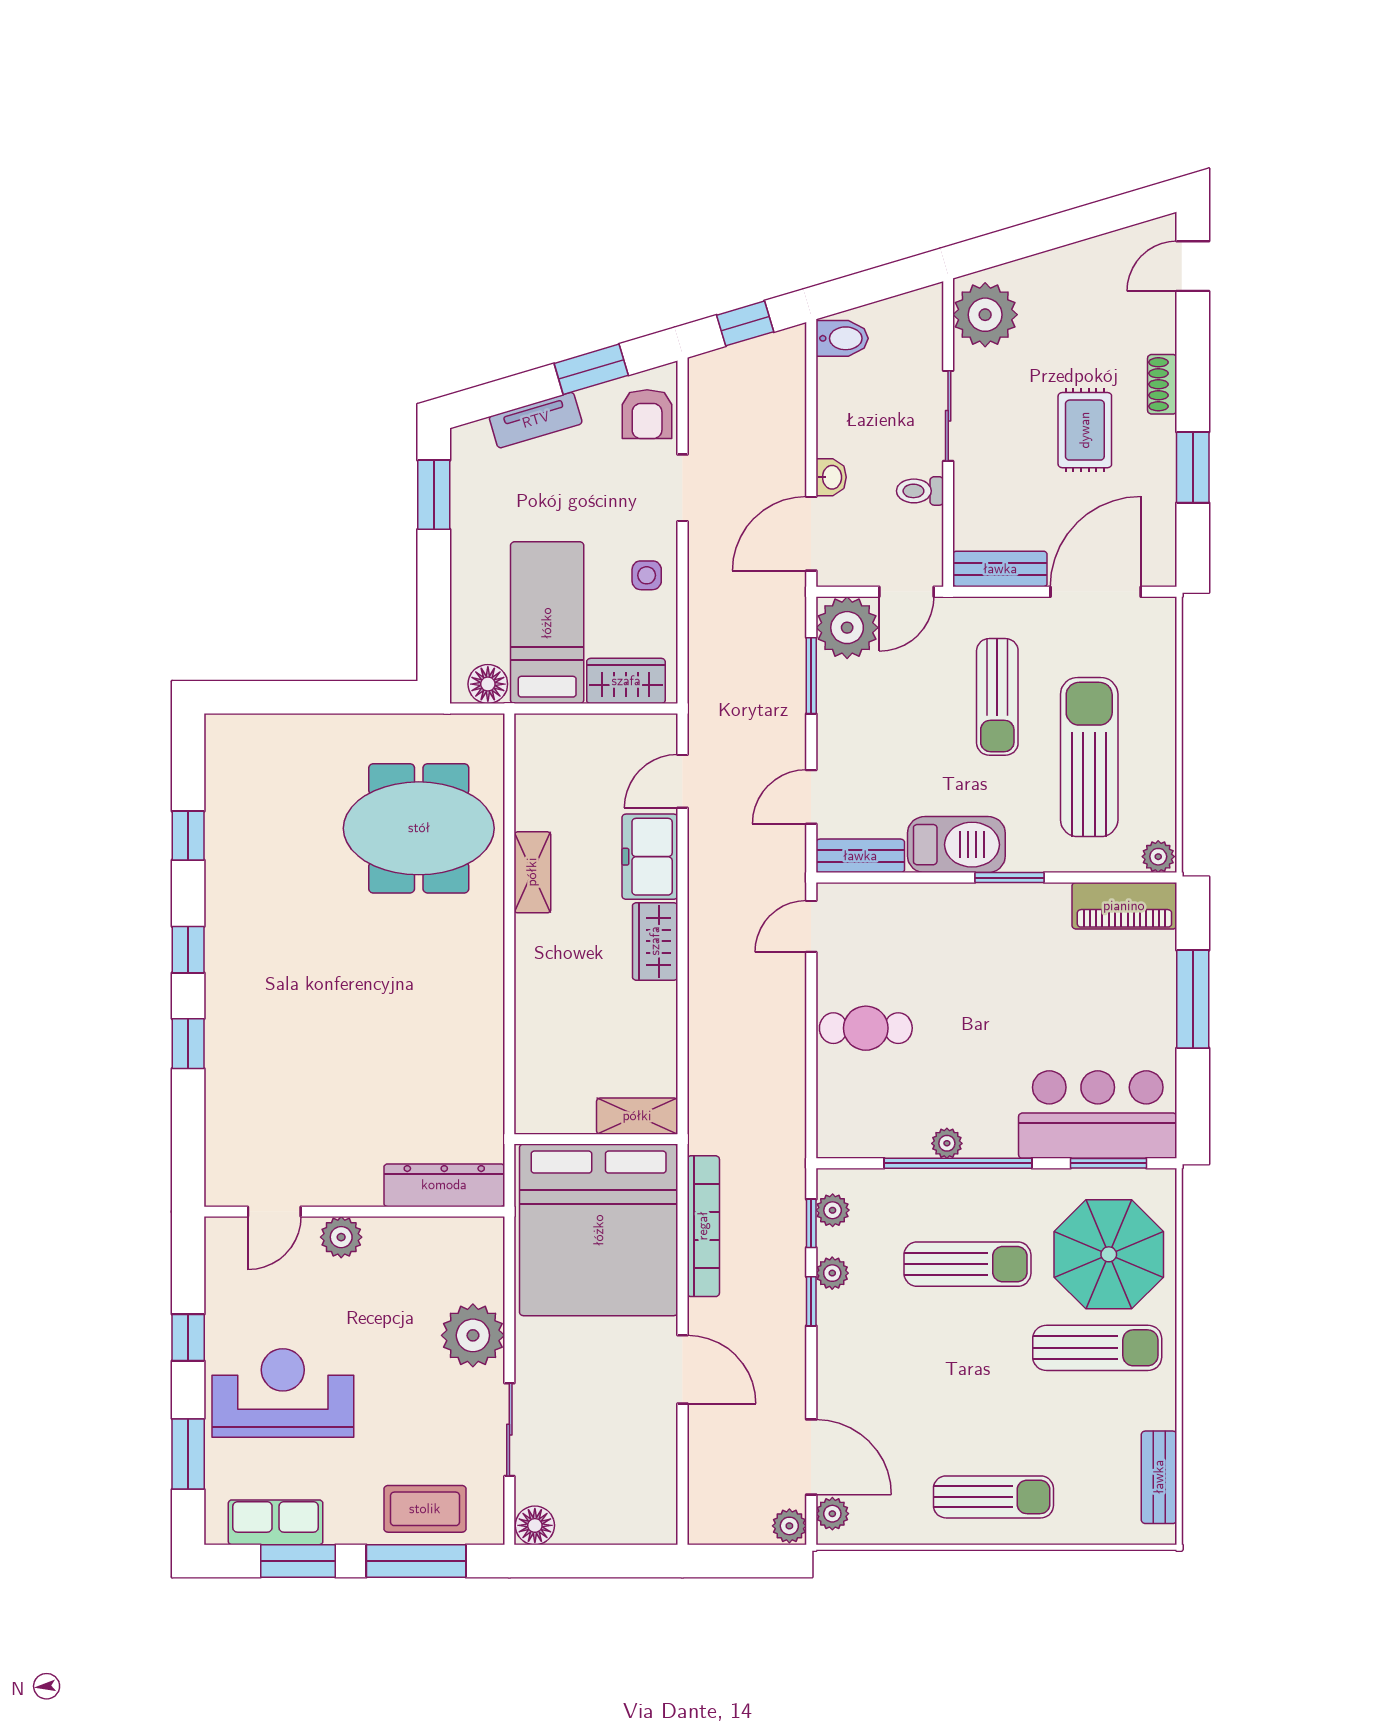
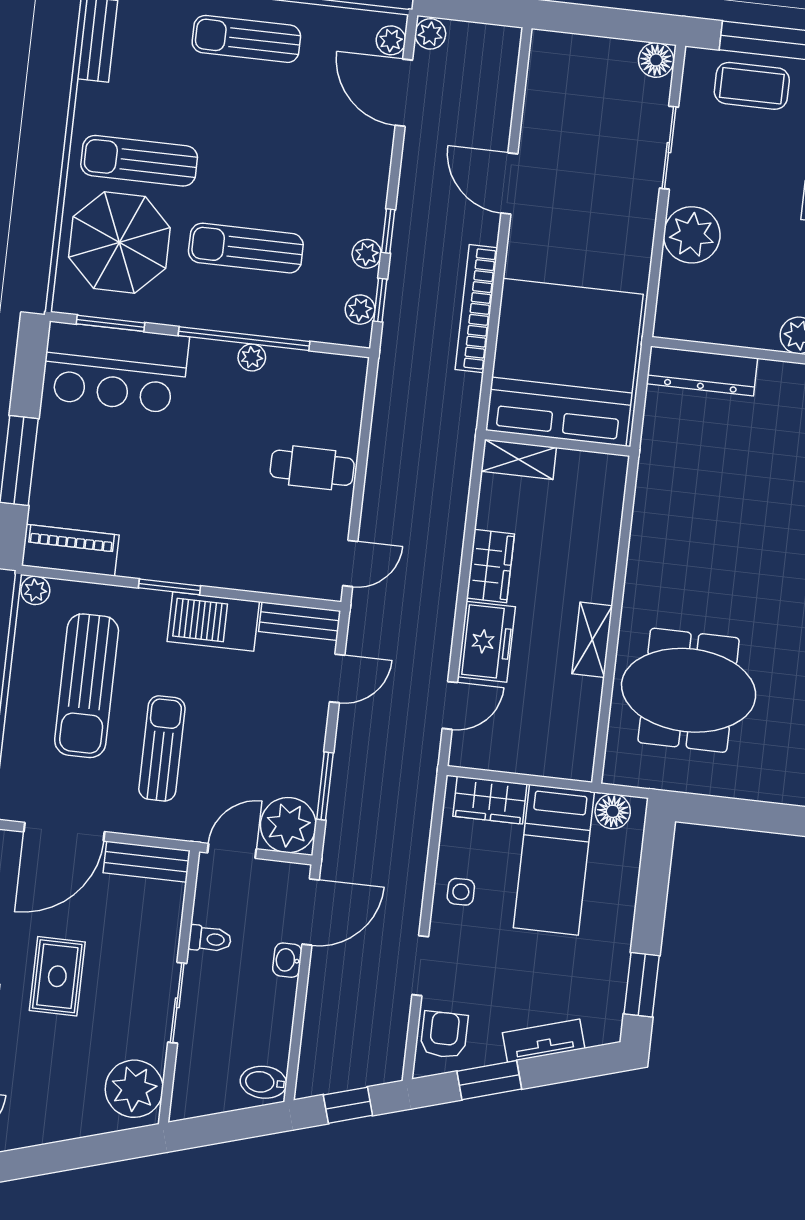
shelving: (637, 1116) -> (519, 459), moved
wall: (596, 1139) -> (558, 443), moved
bed: (599, 1230) -> (564, 362), moved

